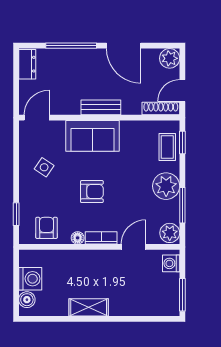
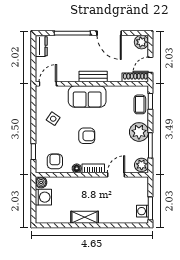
washing machine: (171, 263) -> (143, 211), moved
boiler: (27, 300) -> (41, 182), moved

